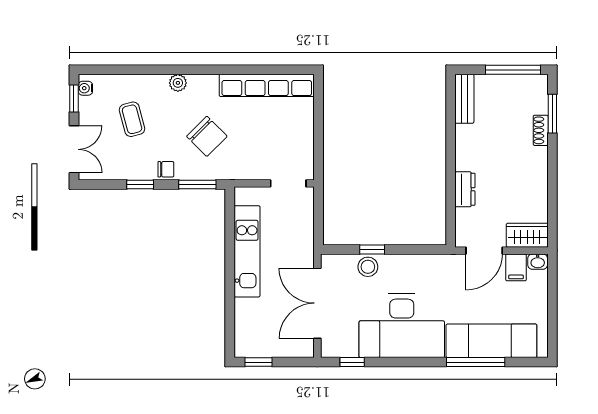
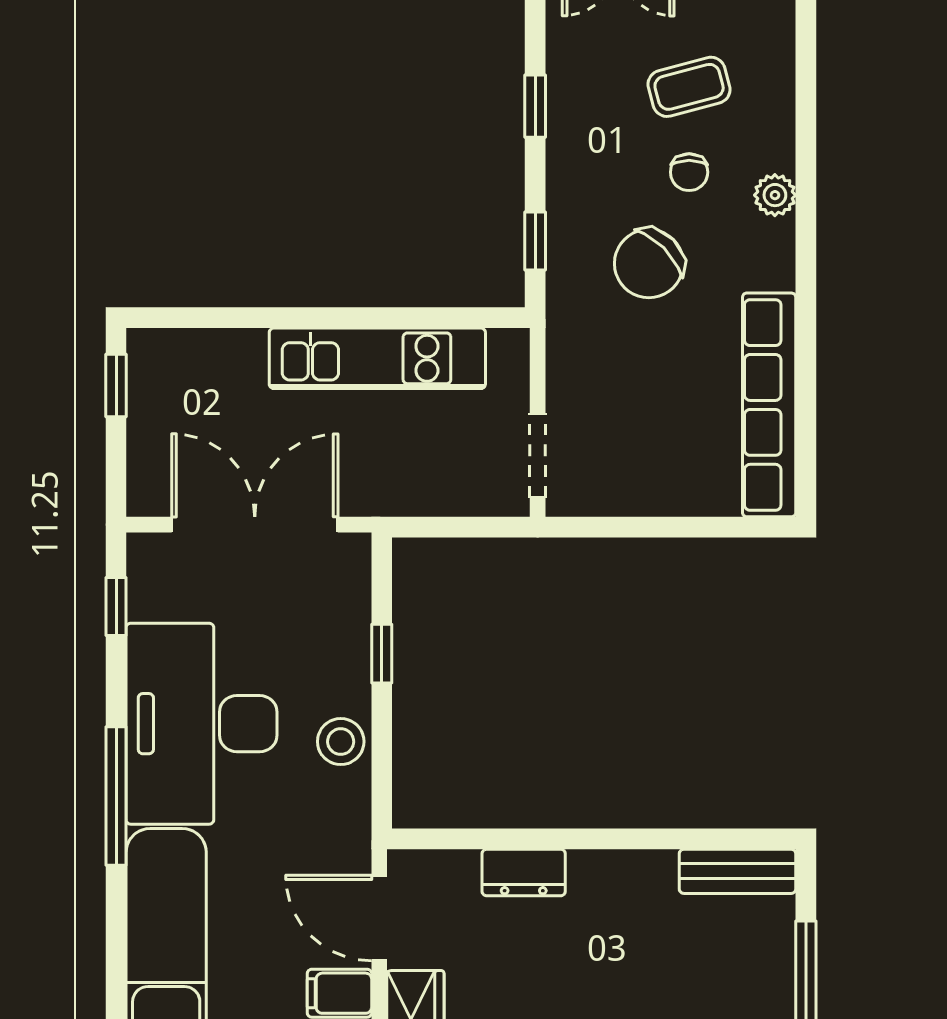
chair: (166, 169) -> (689, 172), moved
window: (197, 184) -> (535, 241), width x0.67
stool: (368, 267) -> (341, 742), moved
window: (476, 362) -> (116, 796), moved

